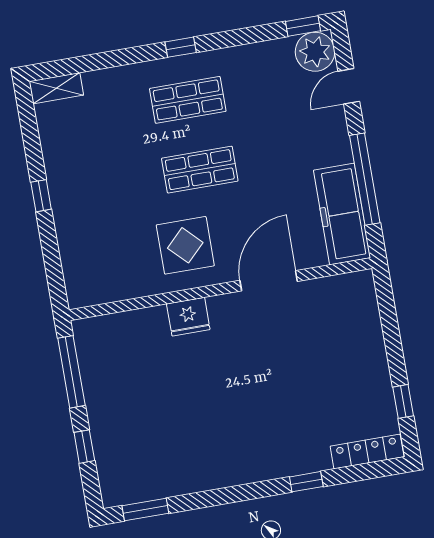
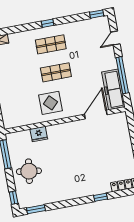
plant: (315, 52) -> (102, 24), removed
door: (269, 281) -> (96, 115), moved
fridge: (188, 317) -> (39, 134), moved
round table: (129, 415) -> (29, 171), added
window: (84, 447) -> (14, 198), moved

